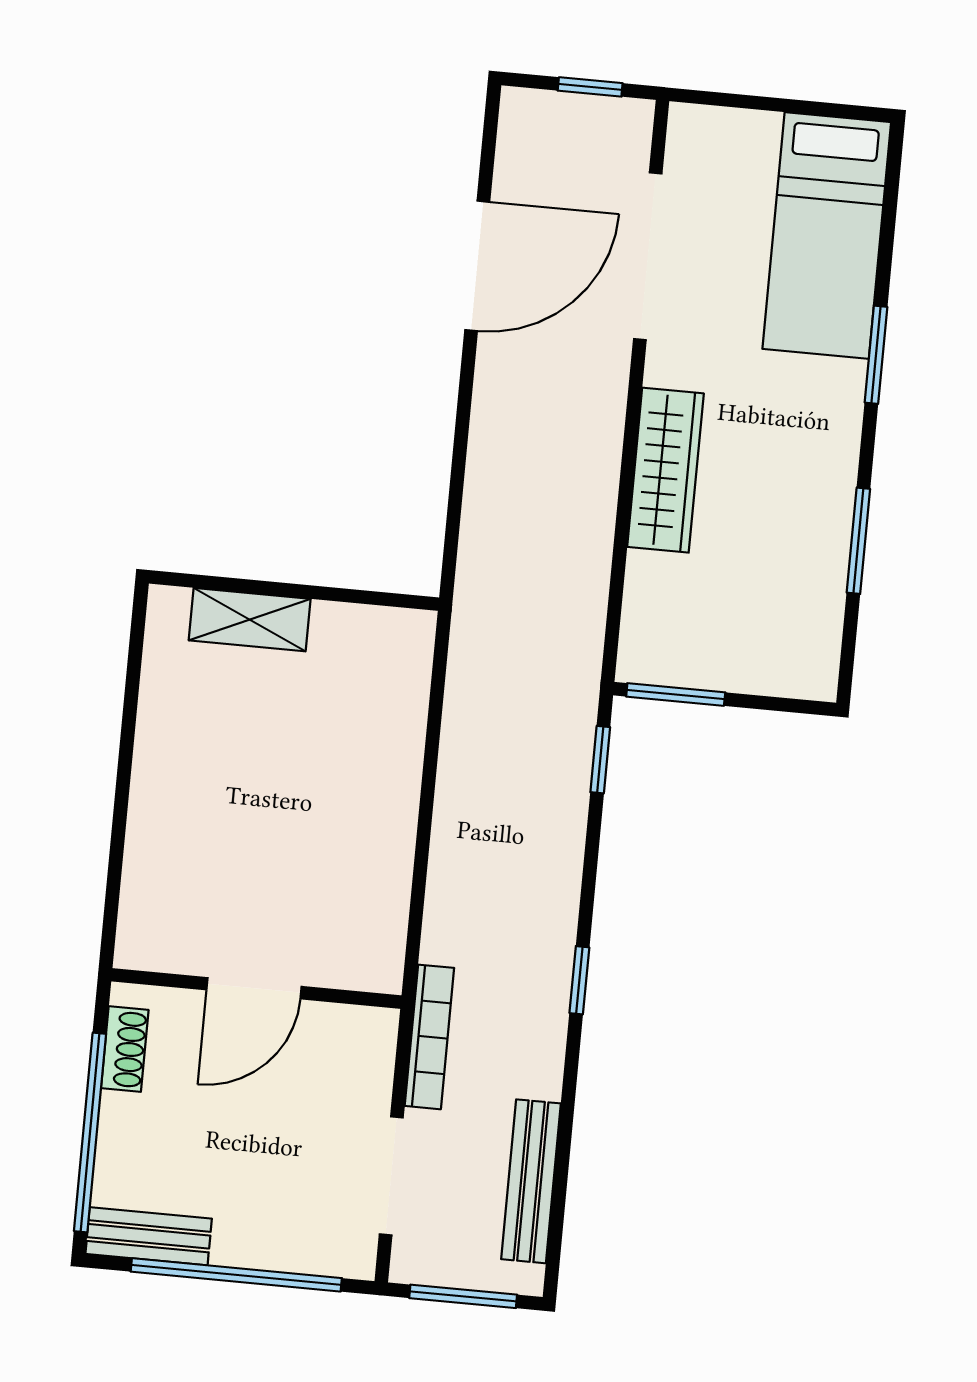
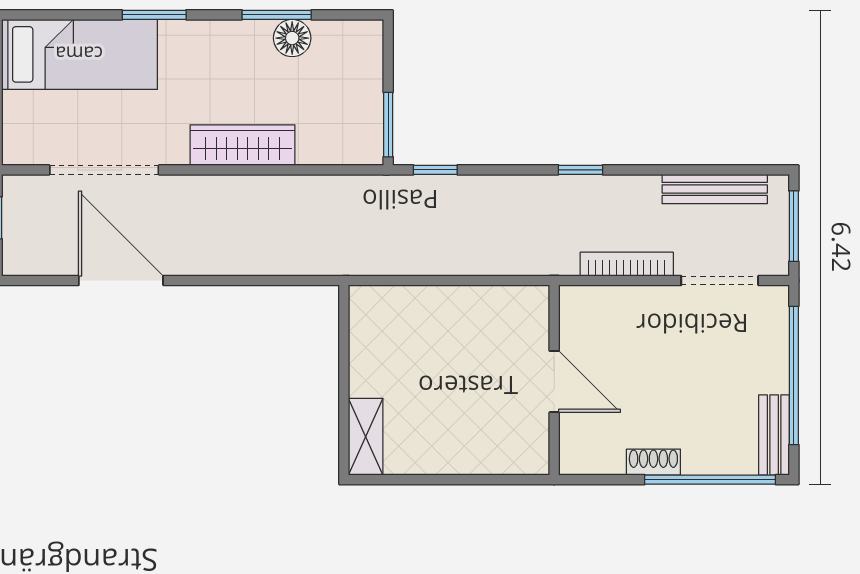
floor lamp: (821, 561) -> (292, 38), added
shelving: (250, 620) -> (366, 437), moved
door: (254, 988) -> (554, 382), moved
wall: (256, 988) -> (554, 380), moved

